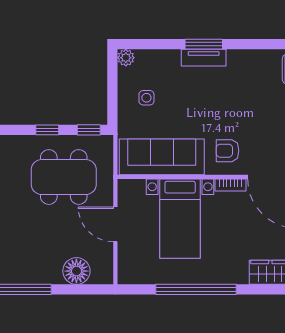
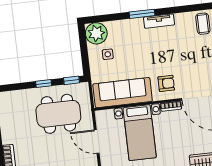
plant: (126, 58) -> (96, 33), width x1.87, depth x1.87
tv unit: (204, 58) -> (159, 21), moved
armchair: (228, 151) -> (166, 83), turned 180

